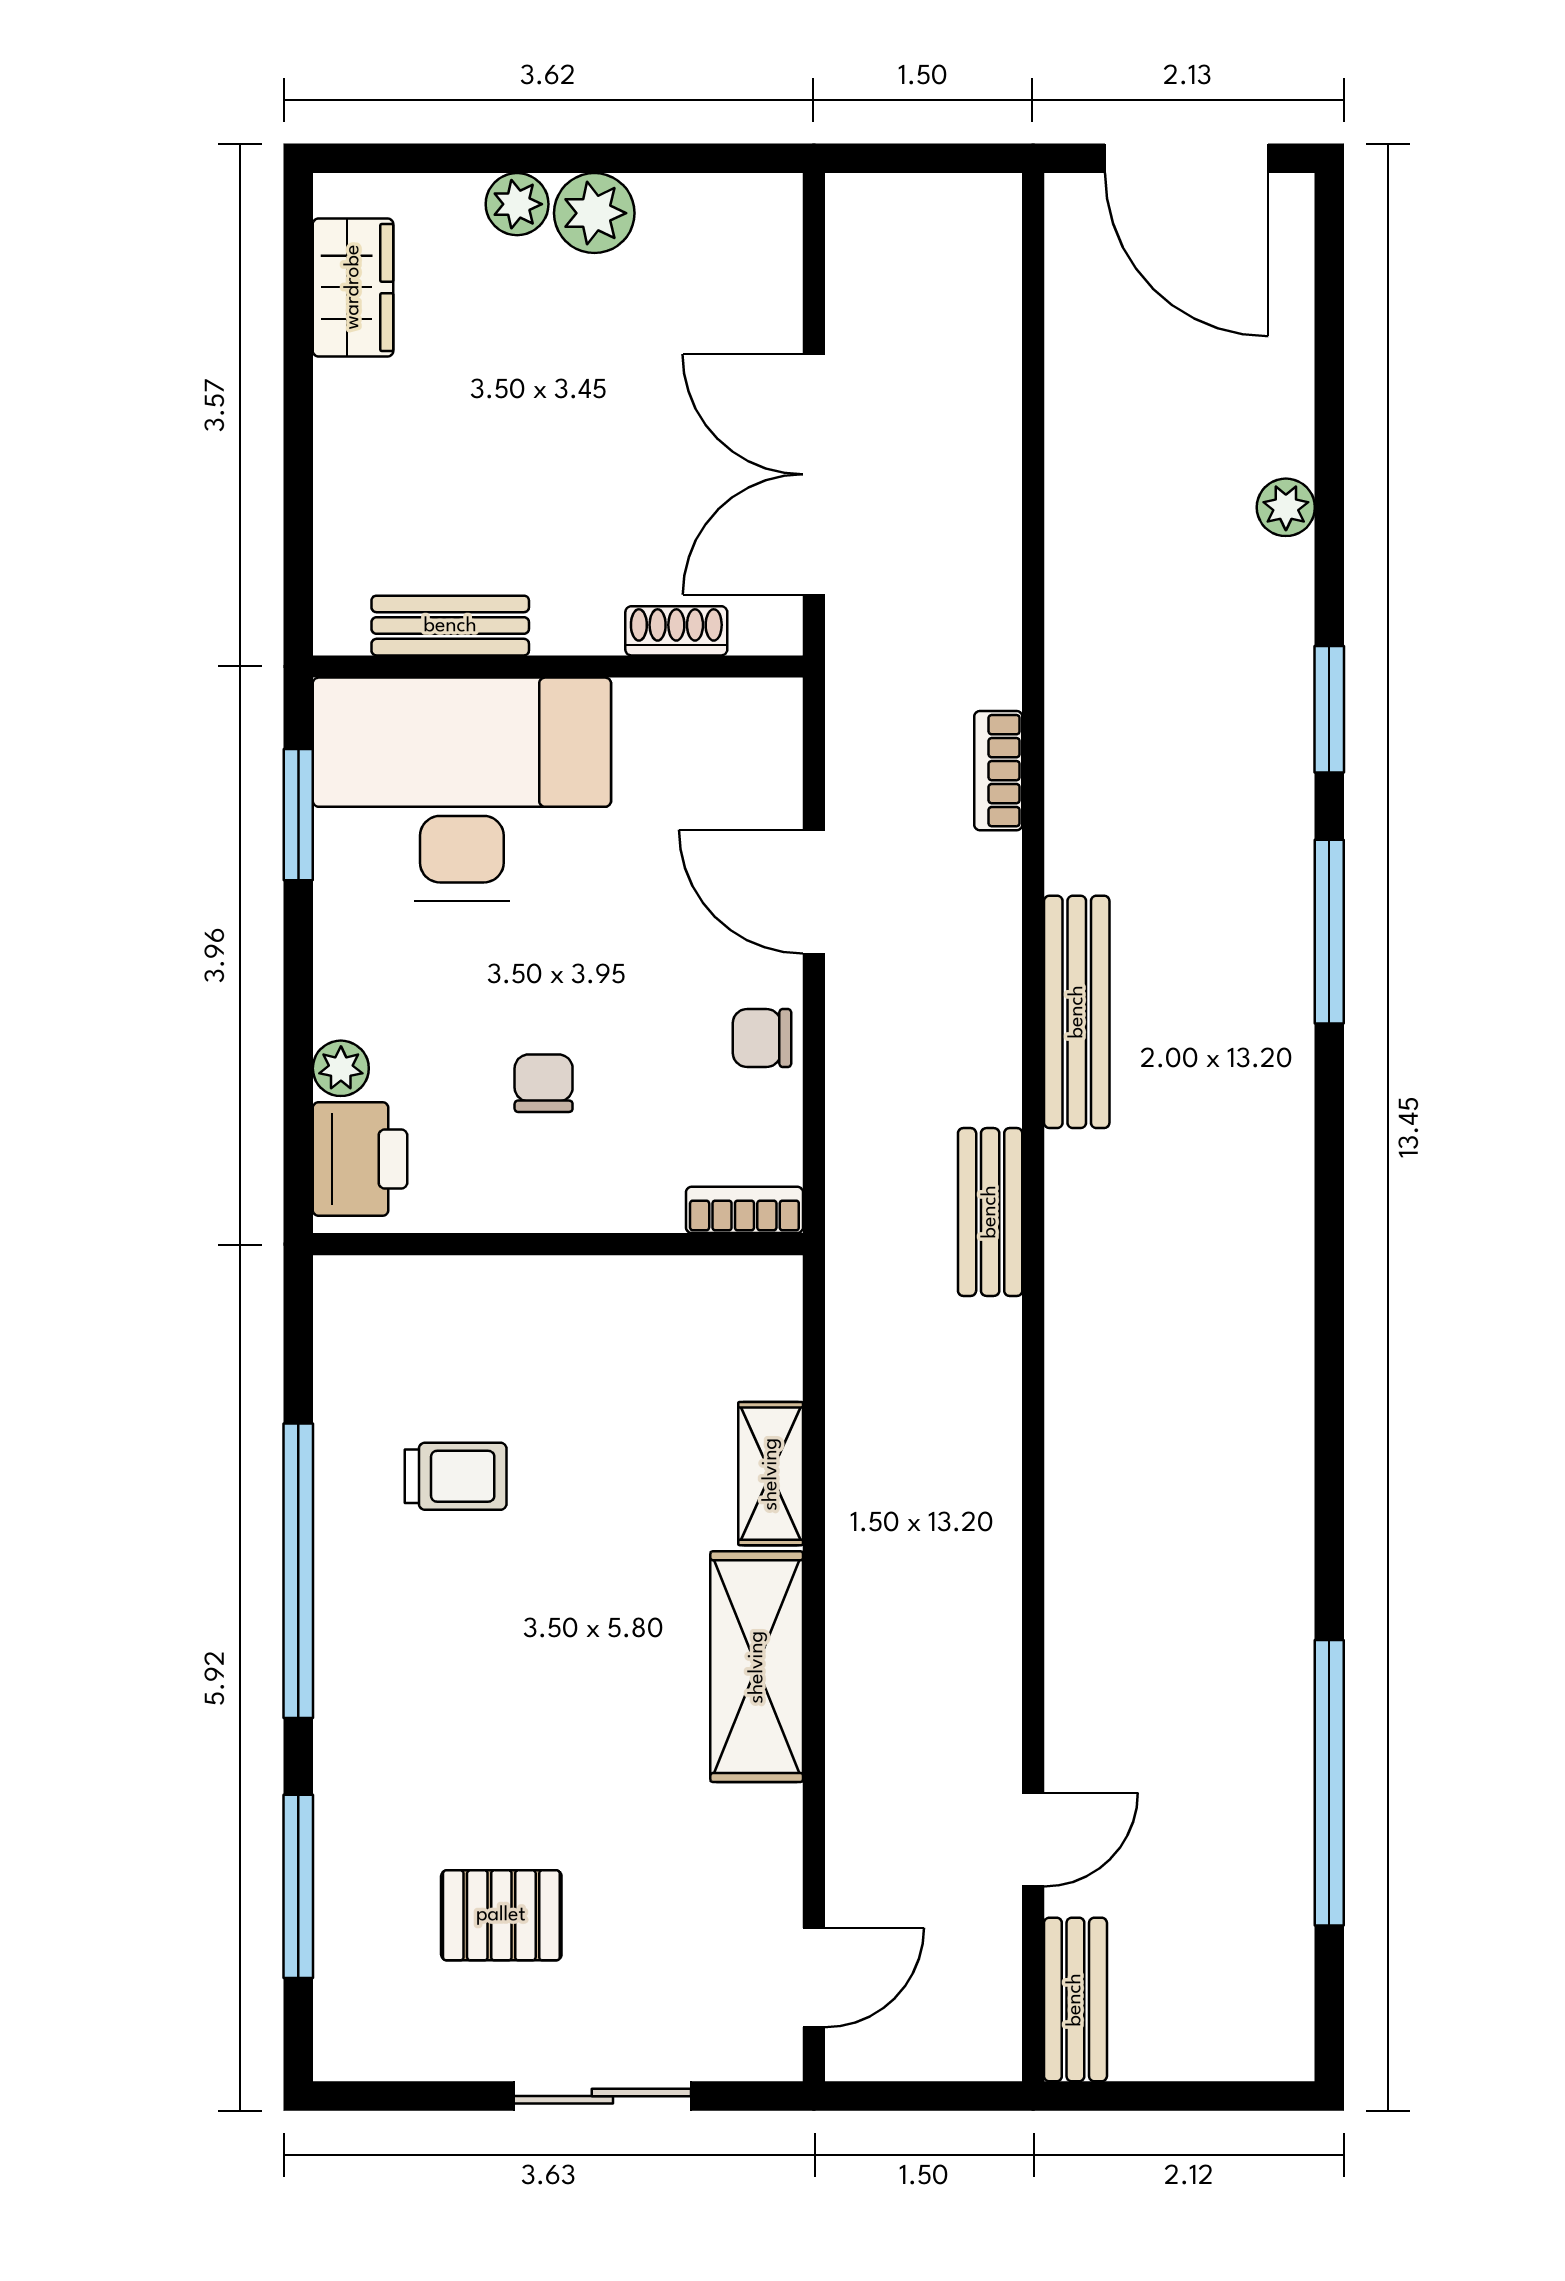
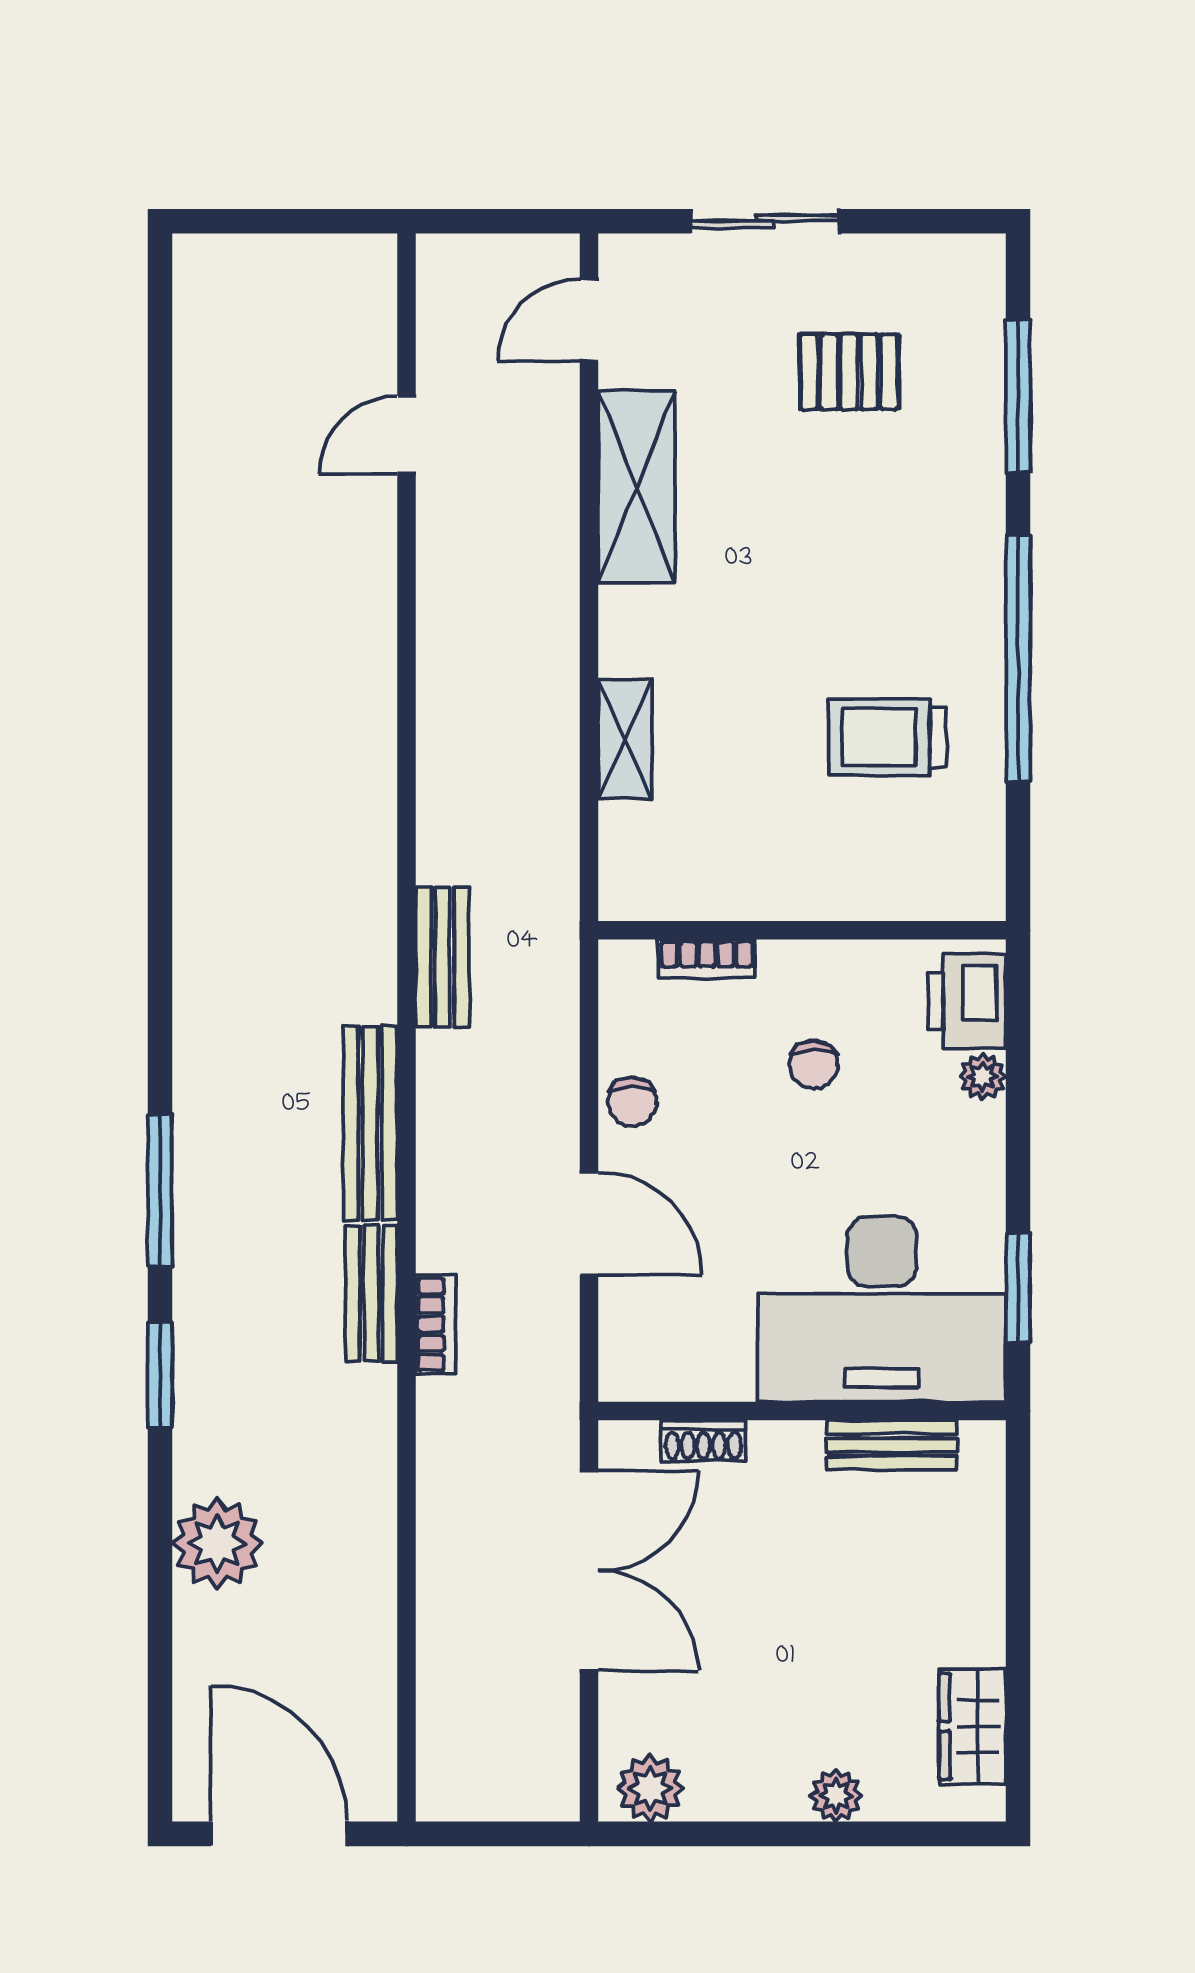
plant: (594, 213) -> (650, 1788), moved
plant: (1286, 507) -> (217, 1543), width x1.88, depth x1.88
chair: (762, 1038) -> (632, 1102), turned 90
bookcase: (744, 1210) -> (707, 959), moved
trolley: (456, 1476) -> (887, 737), width x1.36, depth x1.39
shelving: (757, 1667) -> (637, 487), moved
window: (1329, 1783) -> (160, 482), removed
bench: (1075, 2000) -> (371, 1293), moved

